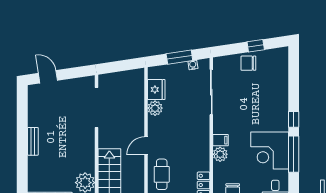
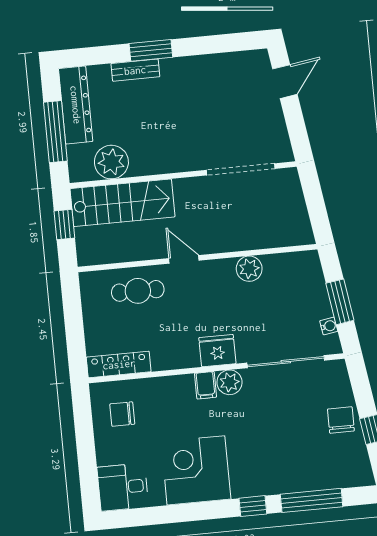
fridge: (156, 90) -> (217, 351), moved, turned 180
bench: (33, 141) -> (135, 70), moved
window: (22, 153) -> (151, 50), added
plant: (220, 154) -> (229, 382), moved
window: (294, 154) -> (312, 500), moved

